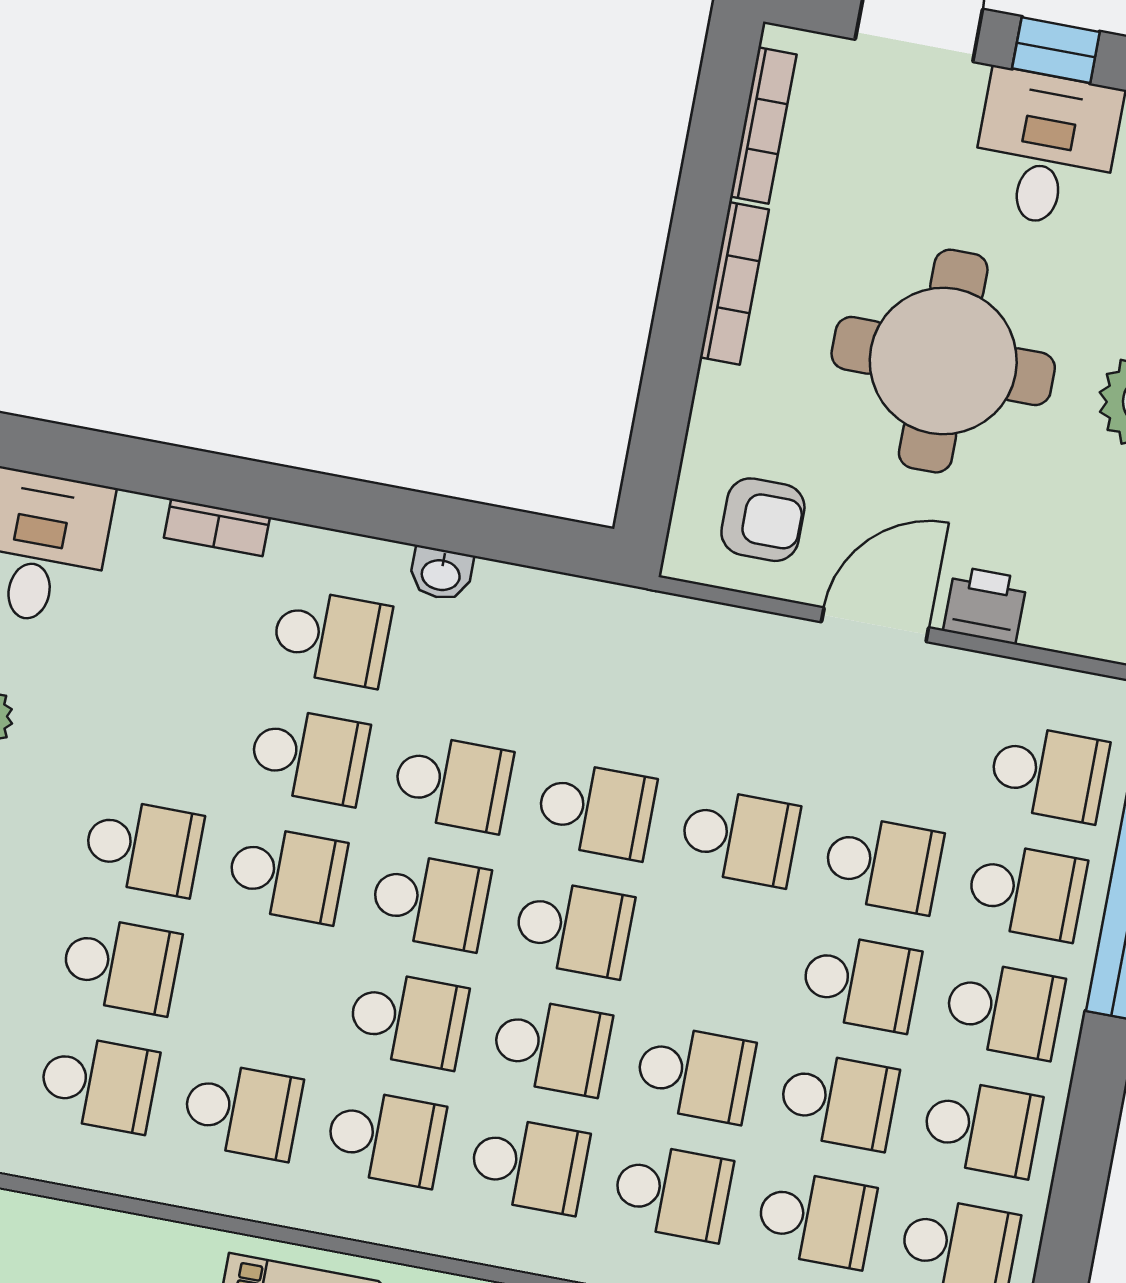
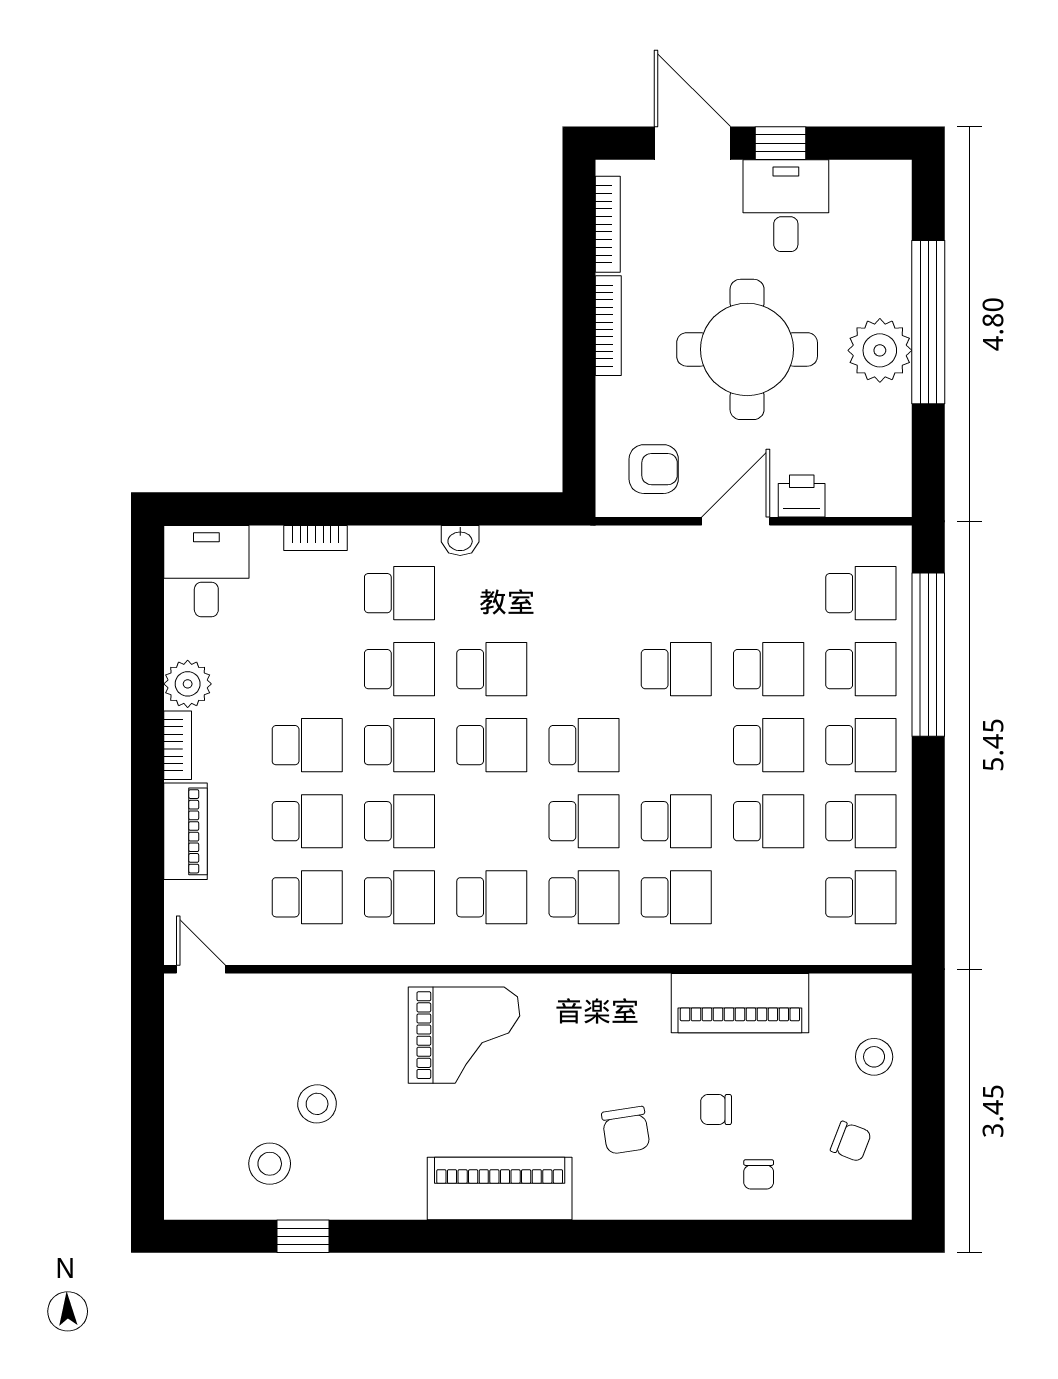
school desk: (596, 810) -> (584, 669), removed
school desk: (408, 1020) -> (399, 821), moved
school desk: (816, 1219) -> (769, 897), removed

